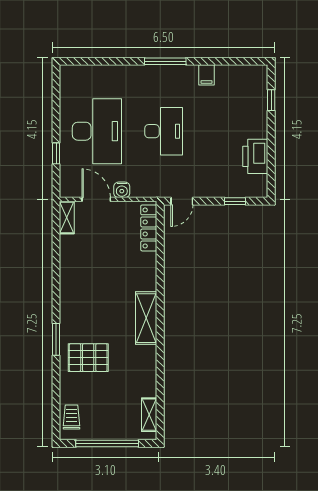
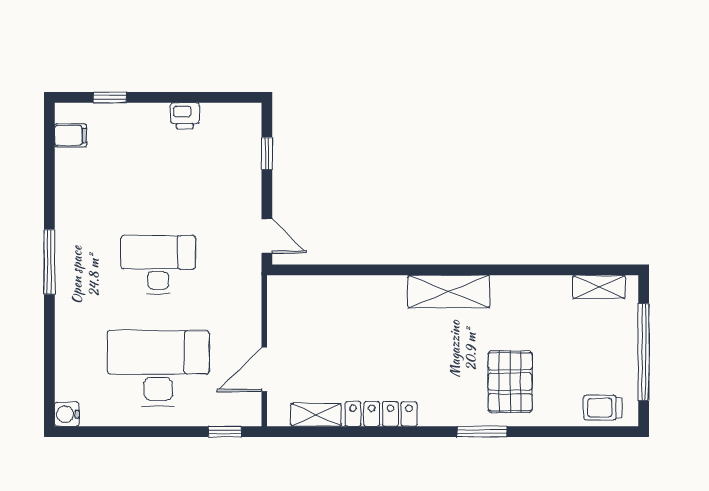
filing cabinet: (207, 75) -> (71, 135), moved
window: (56, 153) -> (225, 432), moved
printer: (255, 156) -> (185, 116), width x0.53, depth x0.68
water cooler: (122, 190) -> (67, 414), moved, turned 180
shelving: (67, 218) -> (316, 415), moved
locker: (149, 228) -> (381, 414), moved, turned 180

